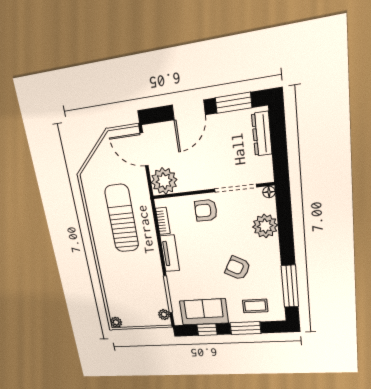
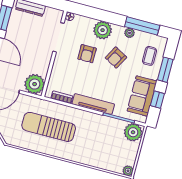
armchair: (206, 210) -> (87, 54), moved
plant: (265, 226) -> (103, 30), moved
tv unit: (170, 253) -> (93, 104), width x1.41
plant: (275, 274) -> (130, 33), added
plant: (164, 315) -> (133, 132), width x1.87, depth x1.87

